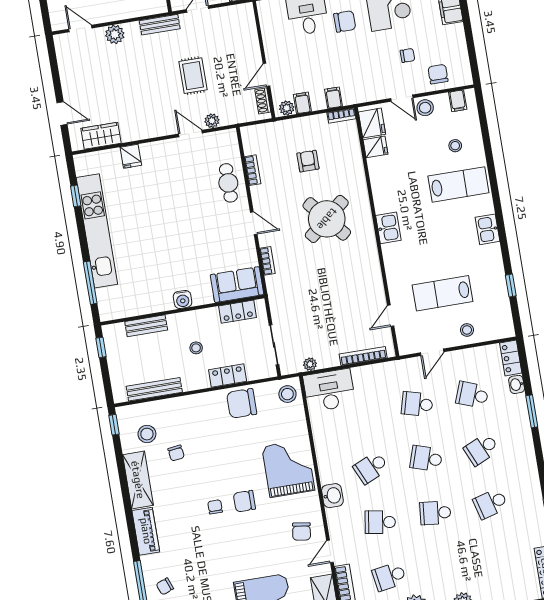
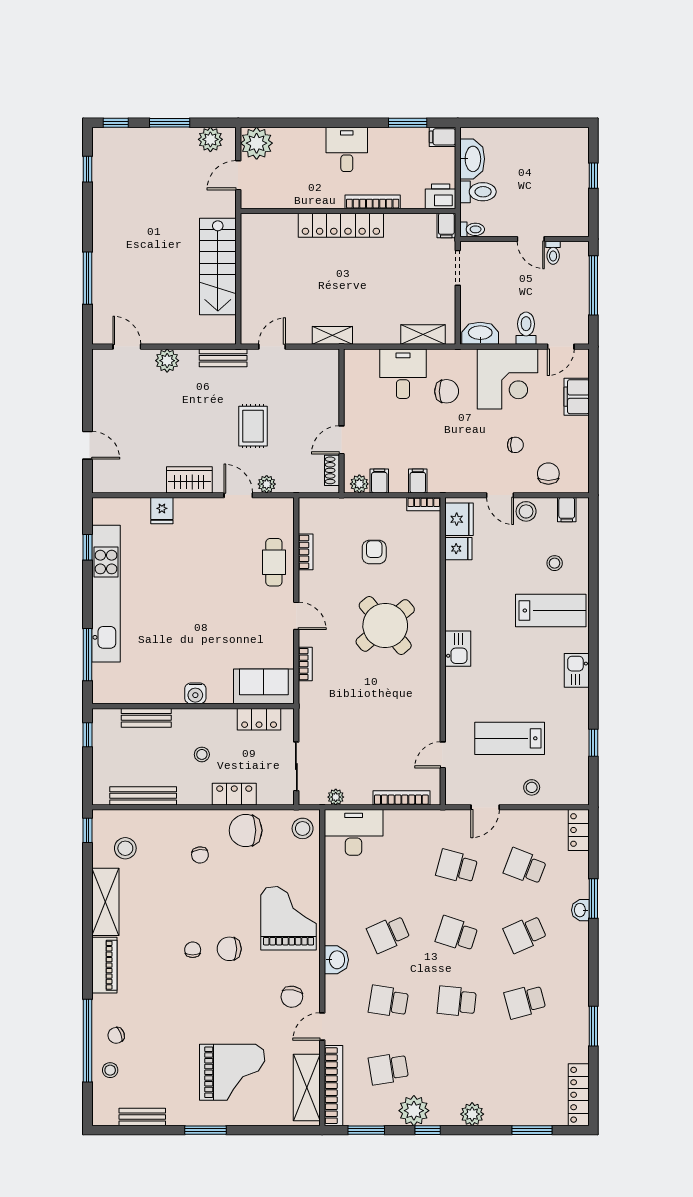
wardrobe: (101, 136) -> (189, 480), moved
washbasin: (517, 384) -> (580, 910), moved
chair: (176, 453) -> (200, 855), moved

